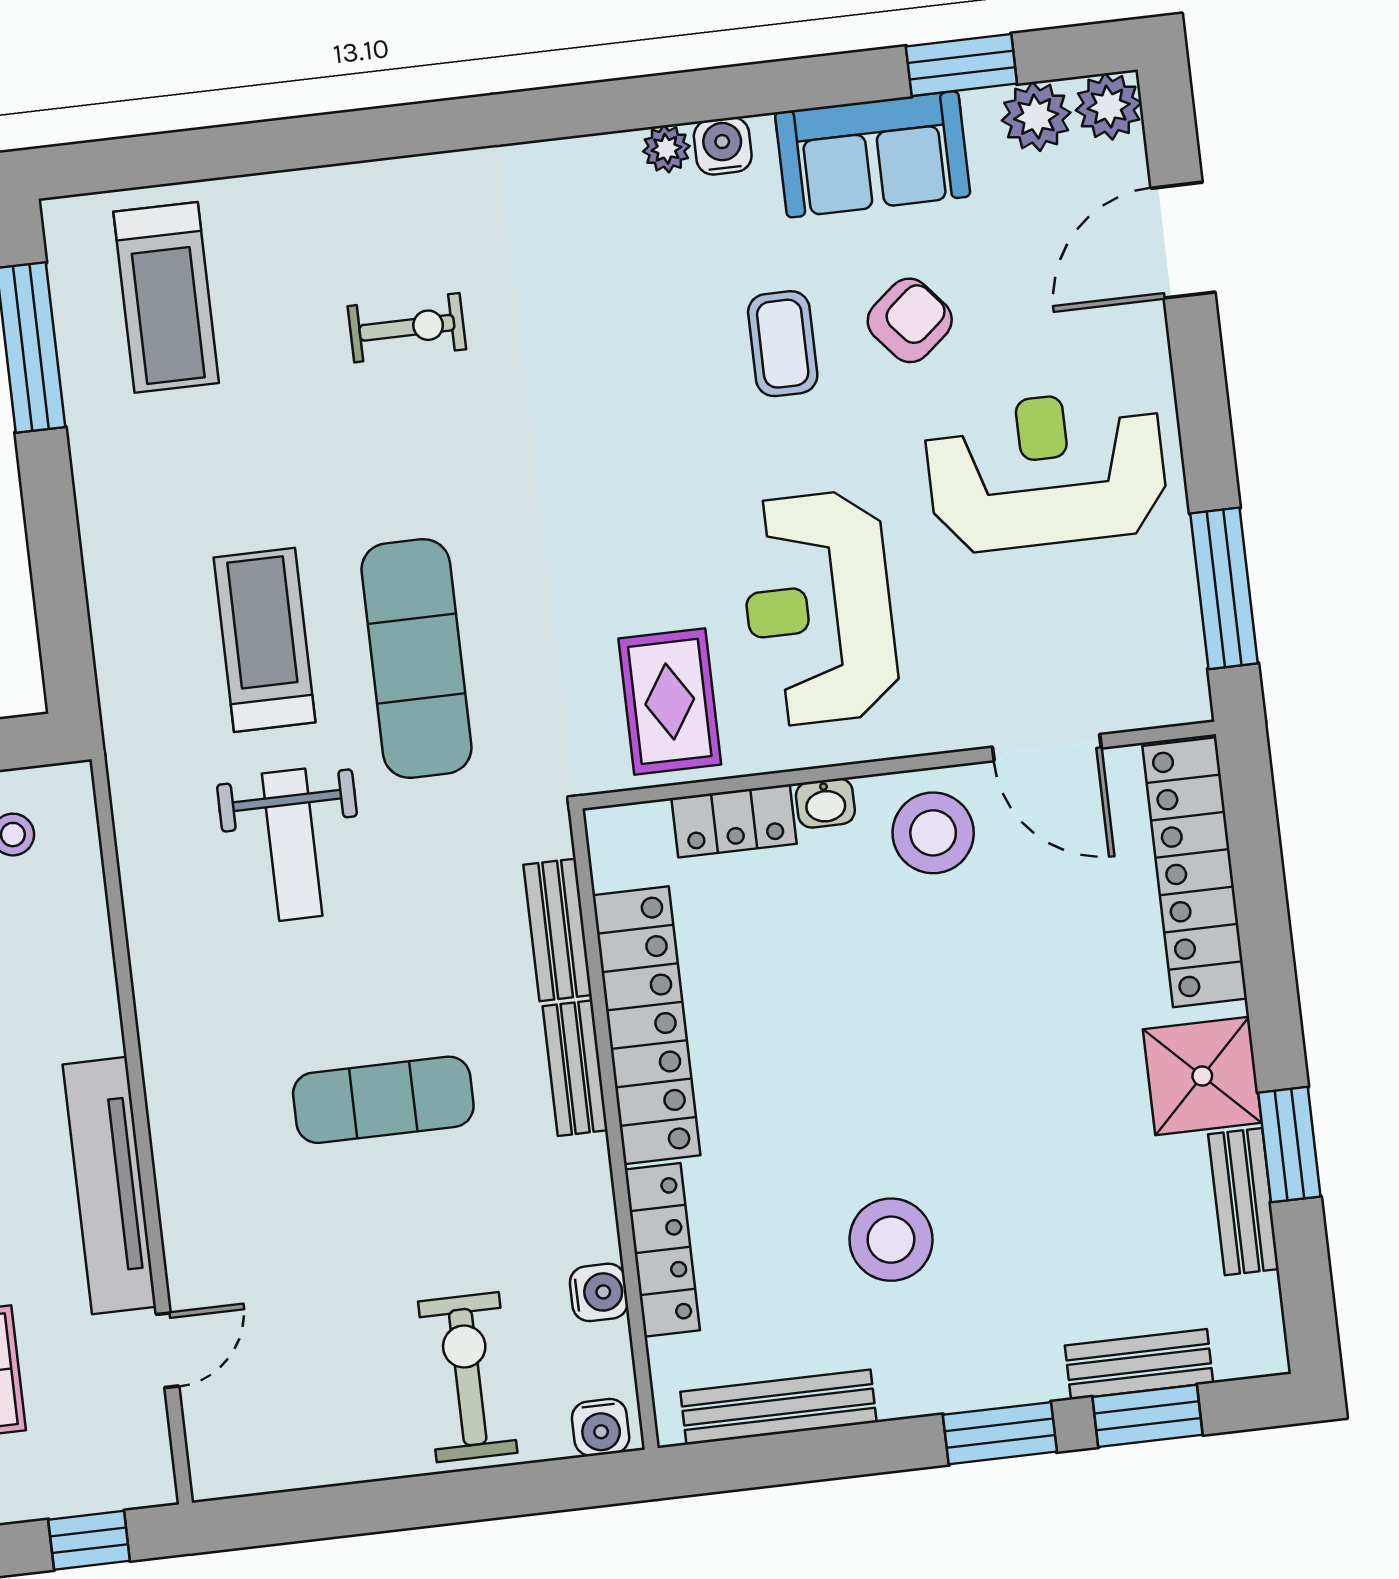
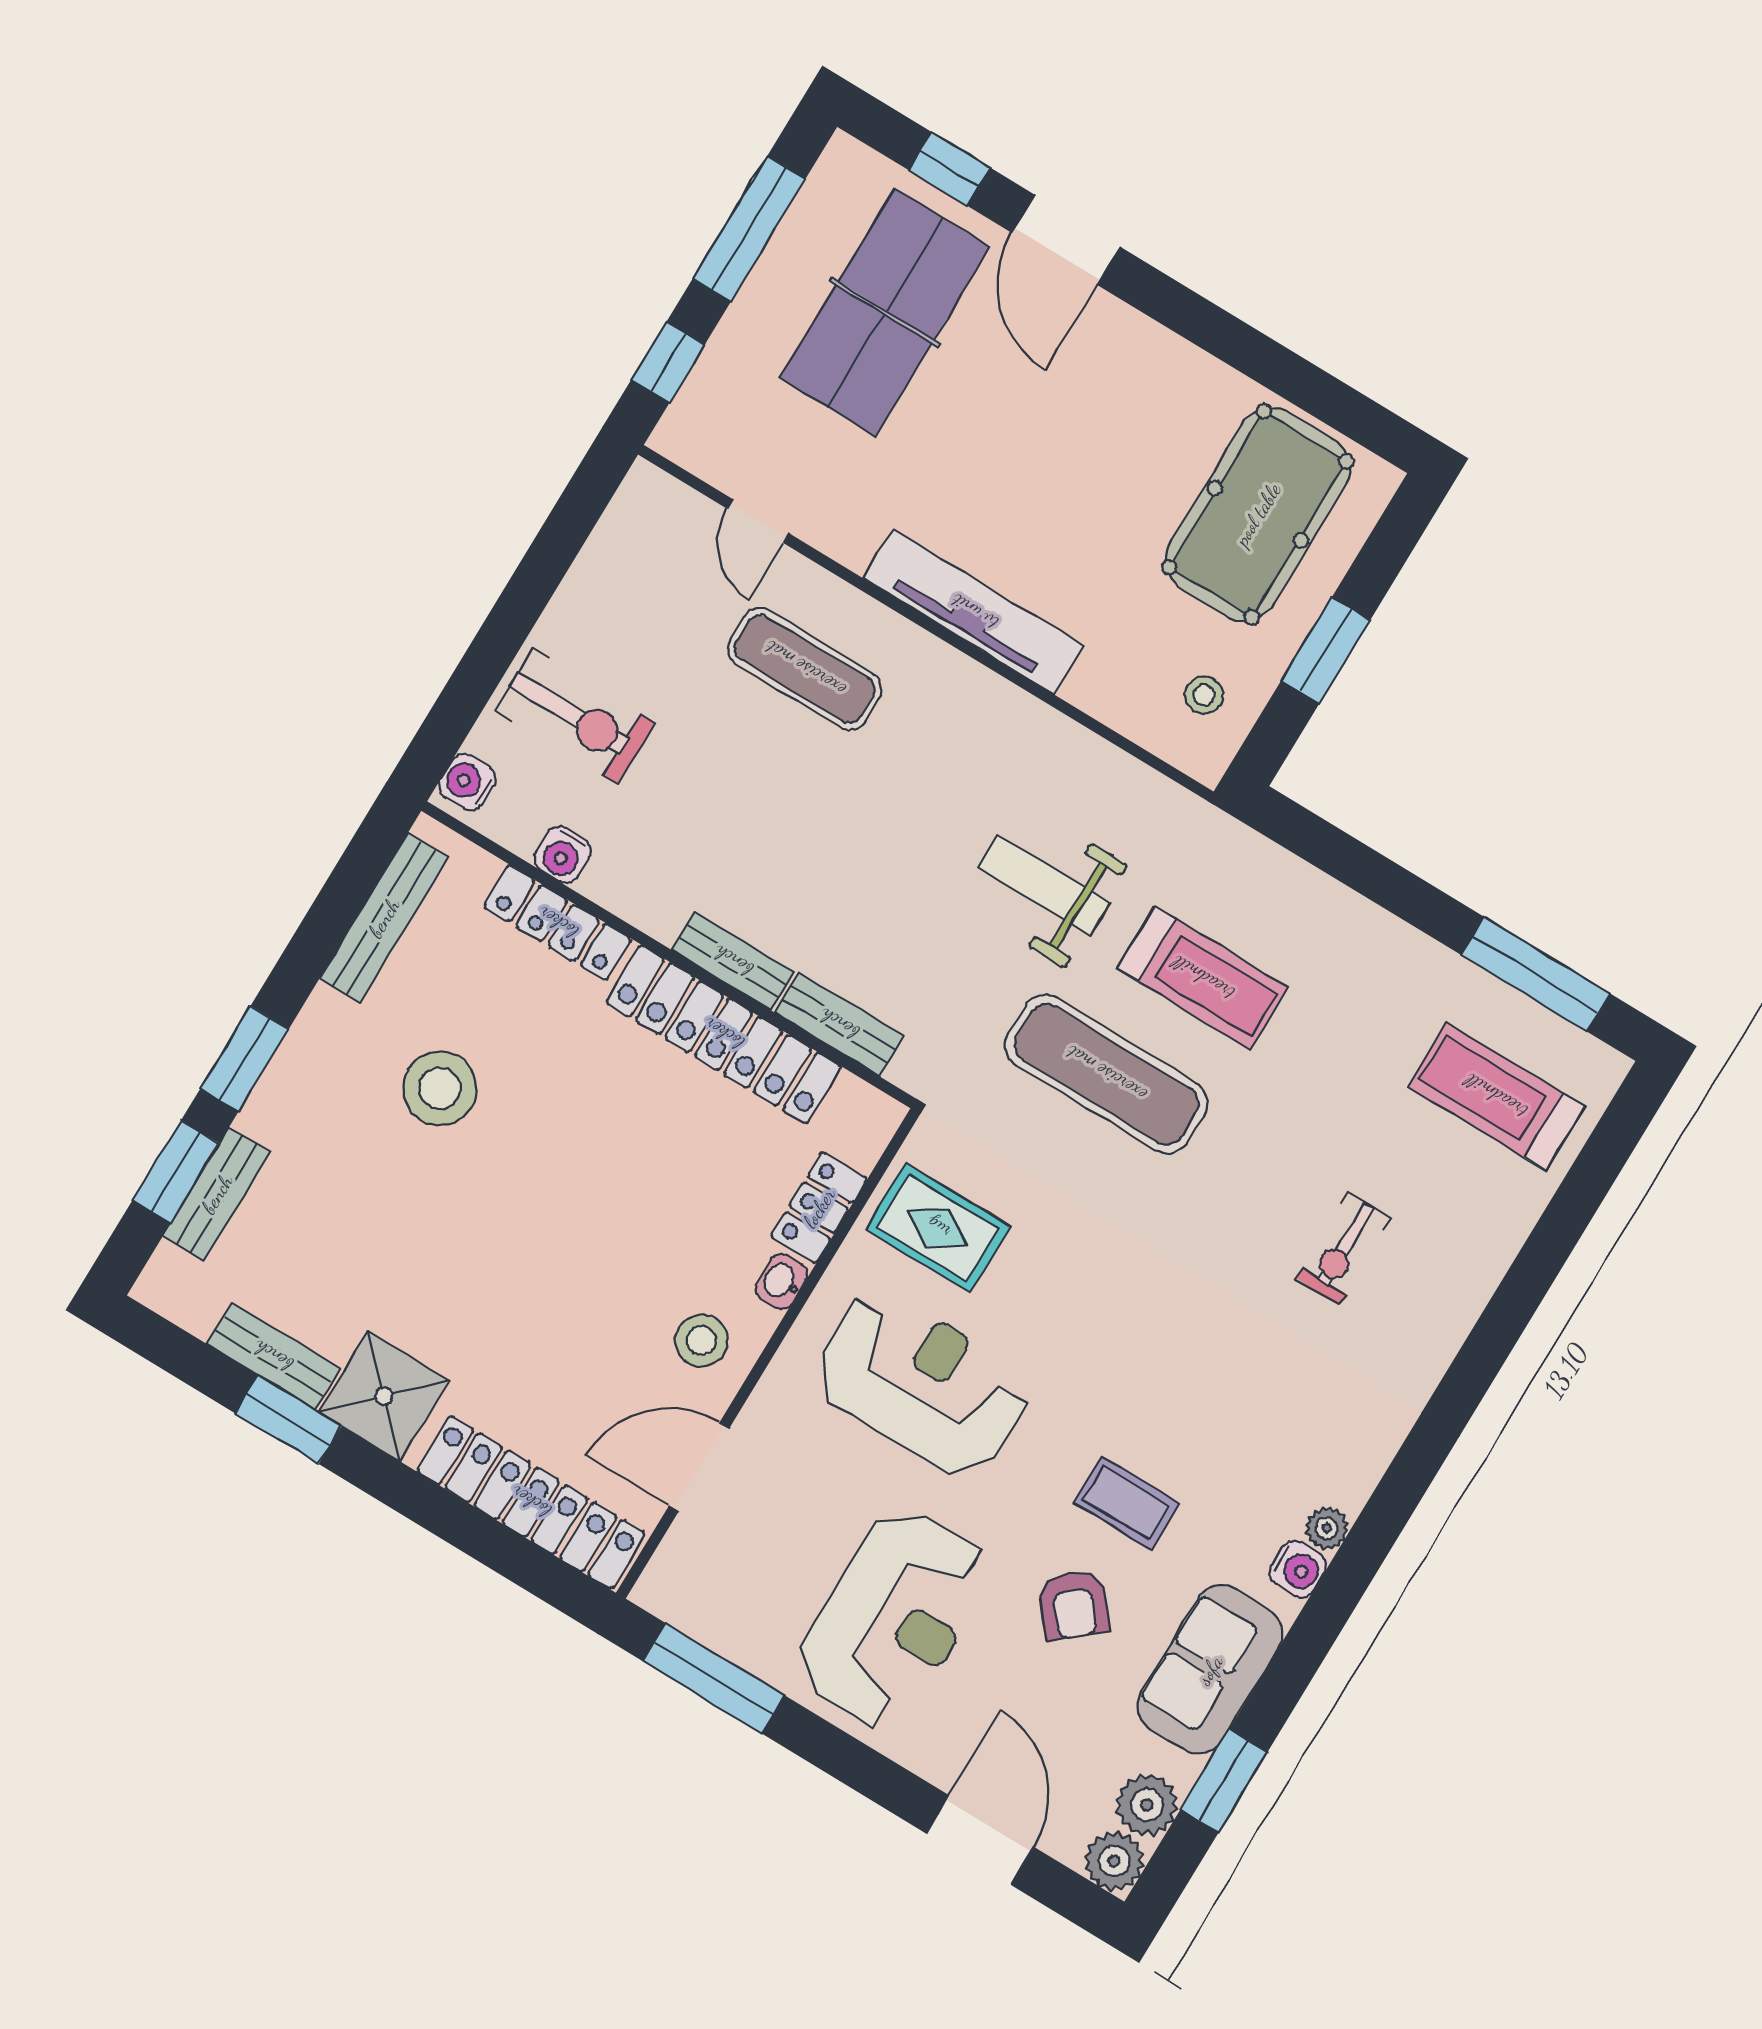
stool: (933, 833) -> (702, 1341), width x0.73, depth x0.73
exercise mat: (383, 1100) -> (805, 669), moved, turned 90
tv unit: (109, 1186) -> (974, 612), moved

